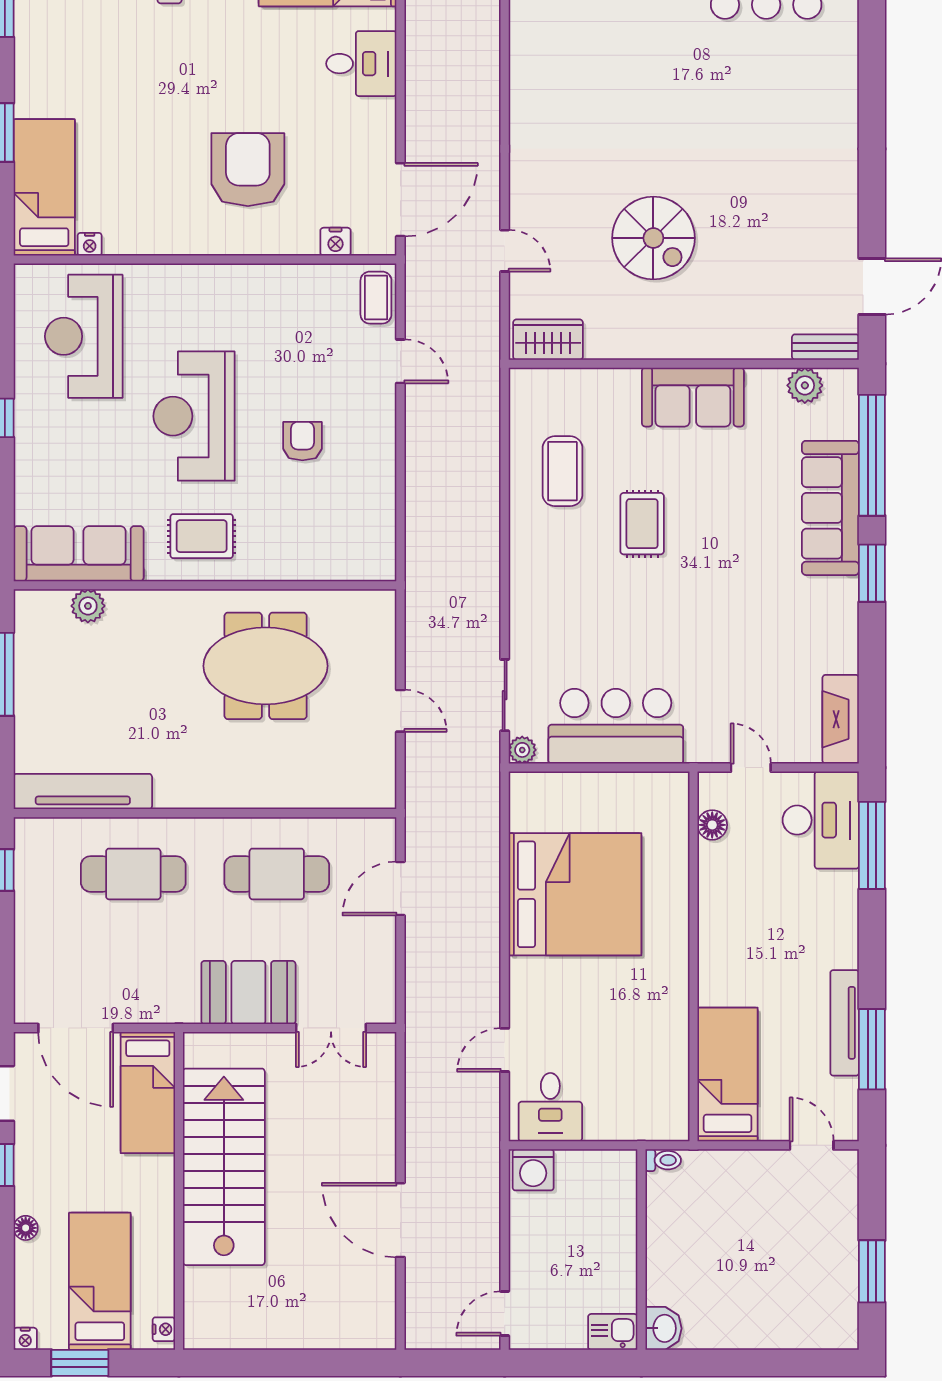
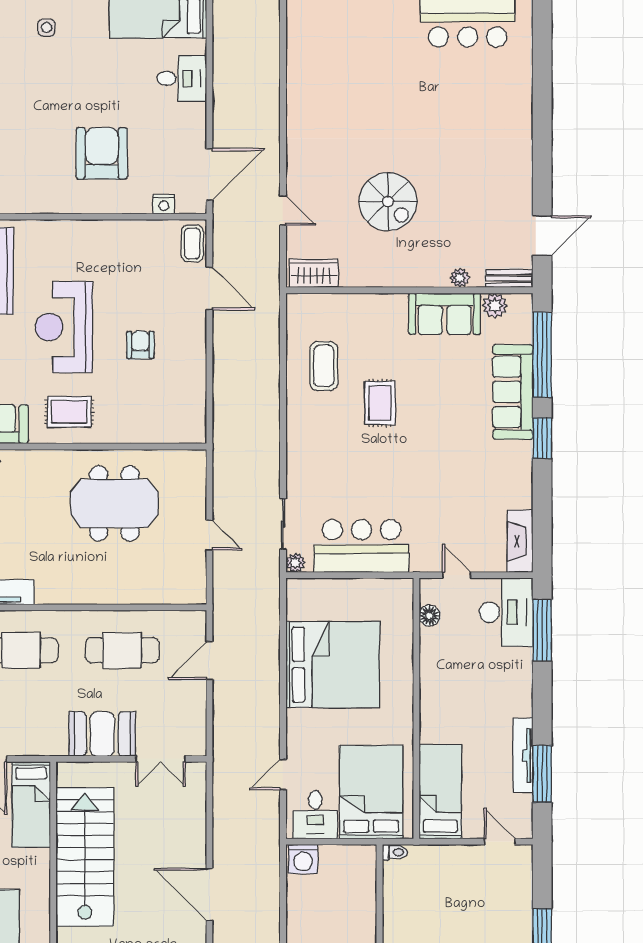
plant: (755, 346) -> (460, 278), added
door: (400, 361) -> (209, 289), width x1.38
sofa: (693, 397) -> (445, 314), moved
bed: (629, 1075) -> (371, 792), added

